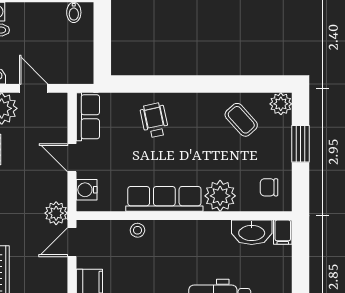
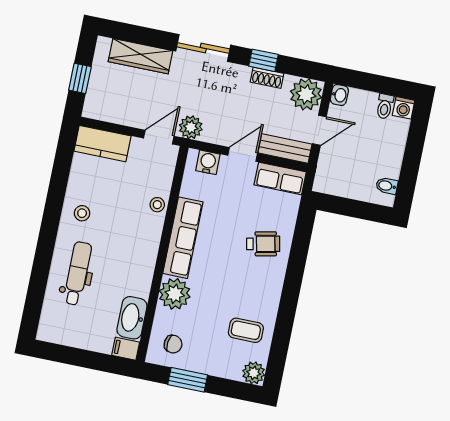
bench: (58, 118) -> (285, 149), added
coffee table: (241, 120) -> (246, 330), turned 42
window: (301, 144) -> (188, 380), moved
chair: (269, 187) -> (173, 344), turned 96
door: (72, 242) -> (159, 137), hinge flipped

